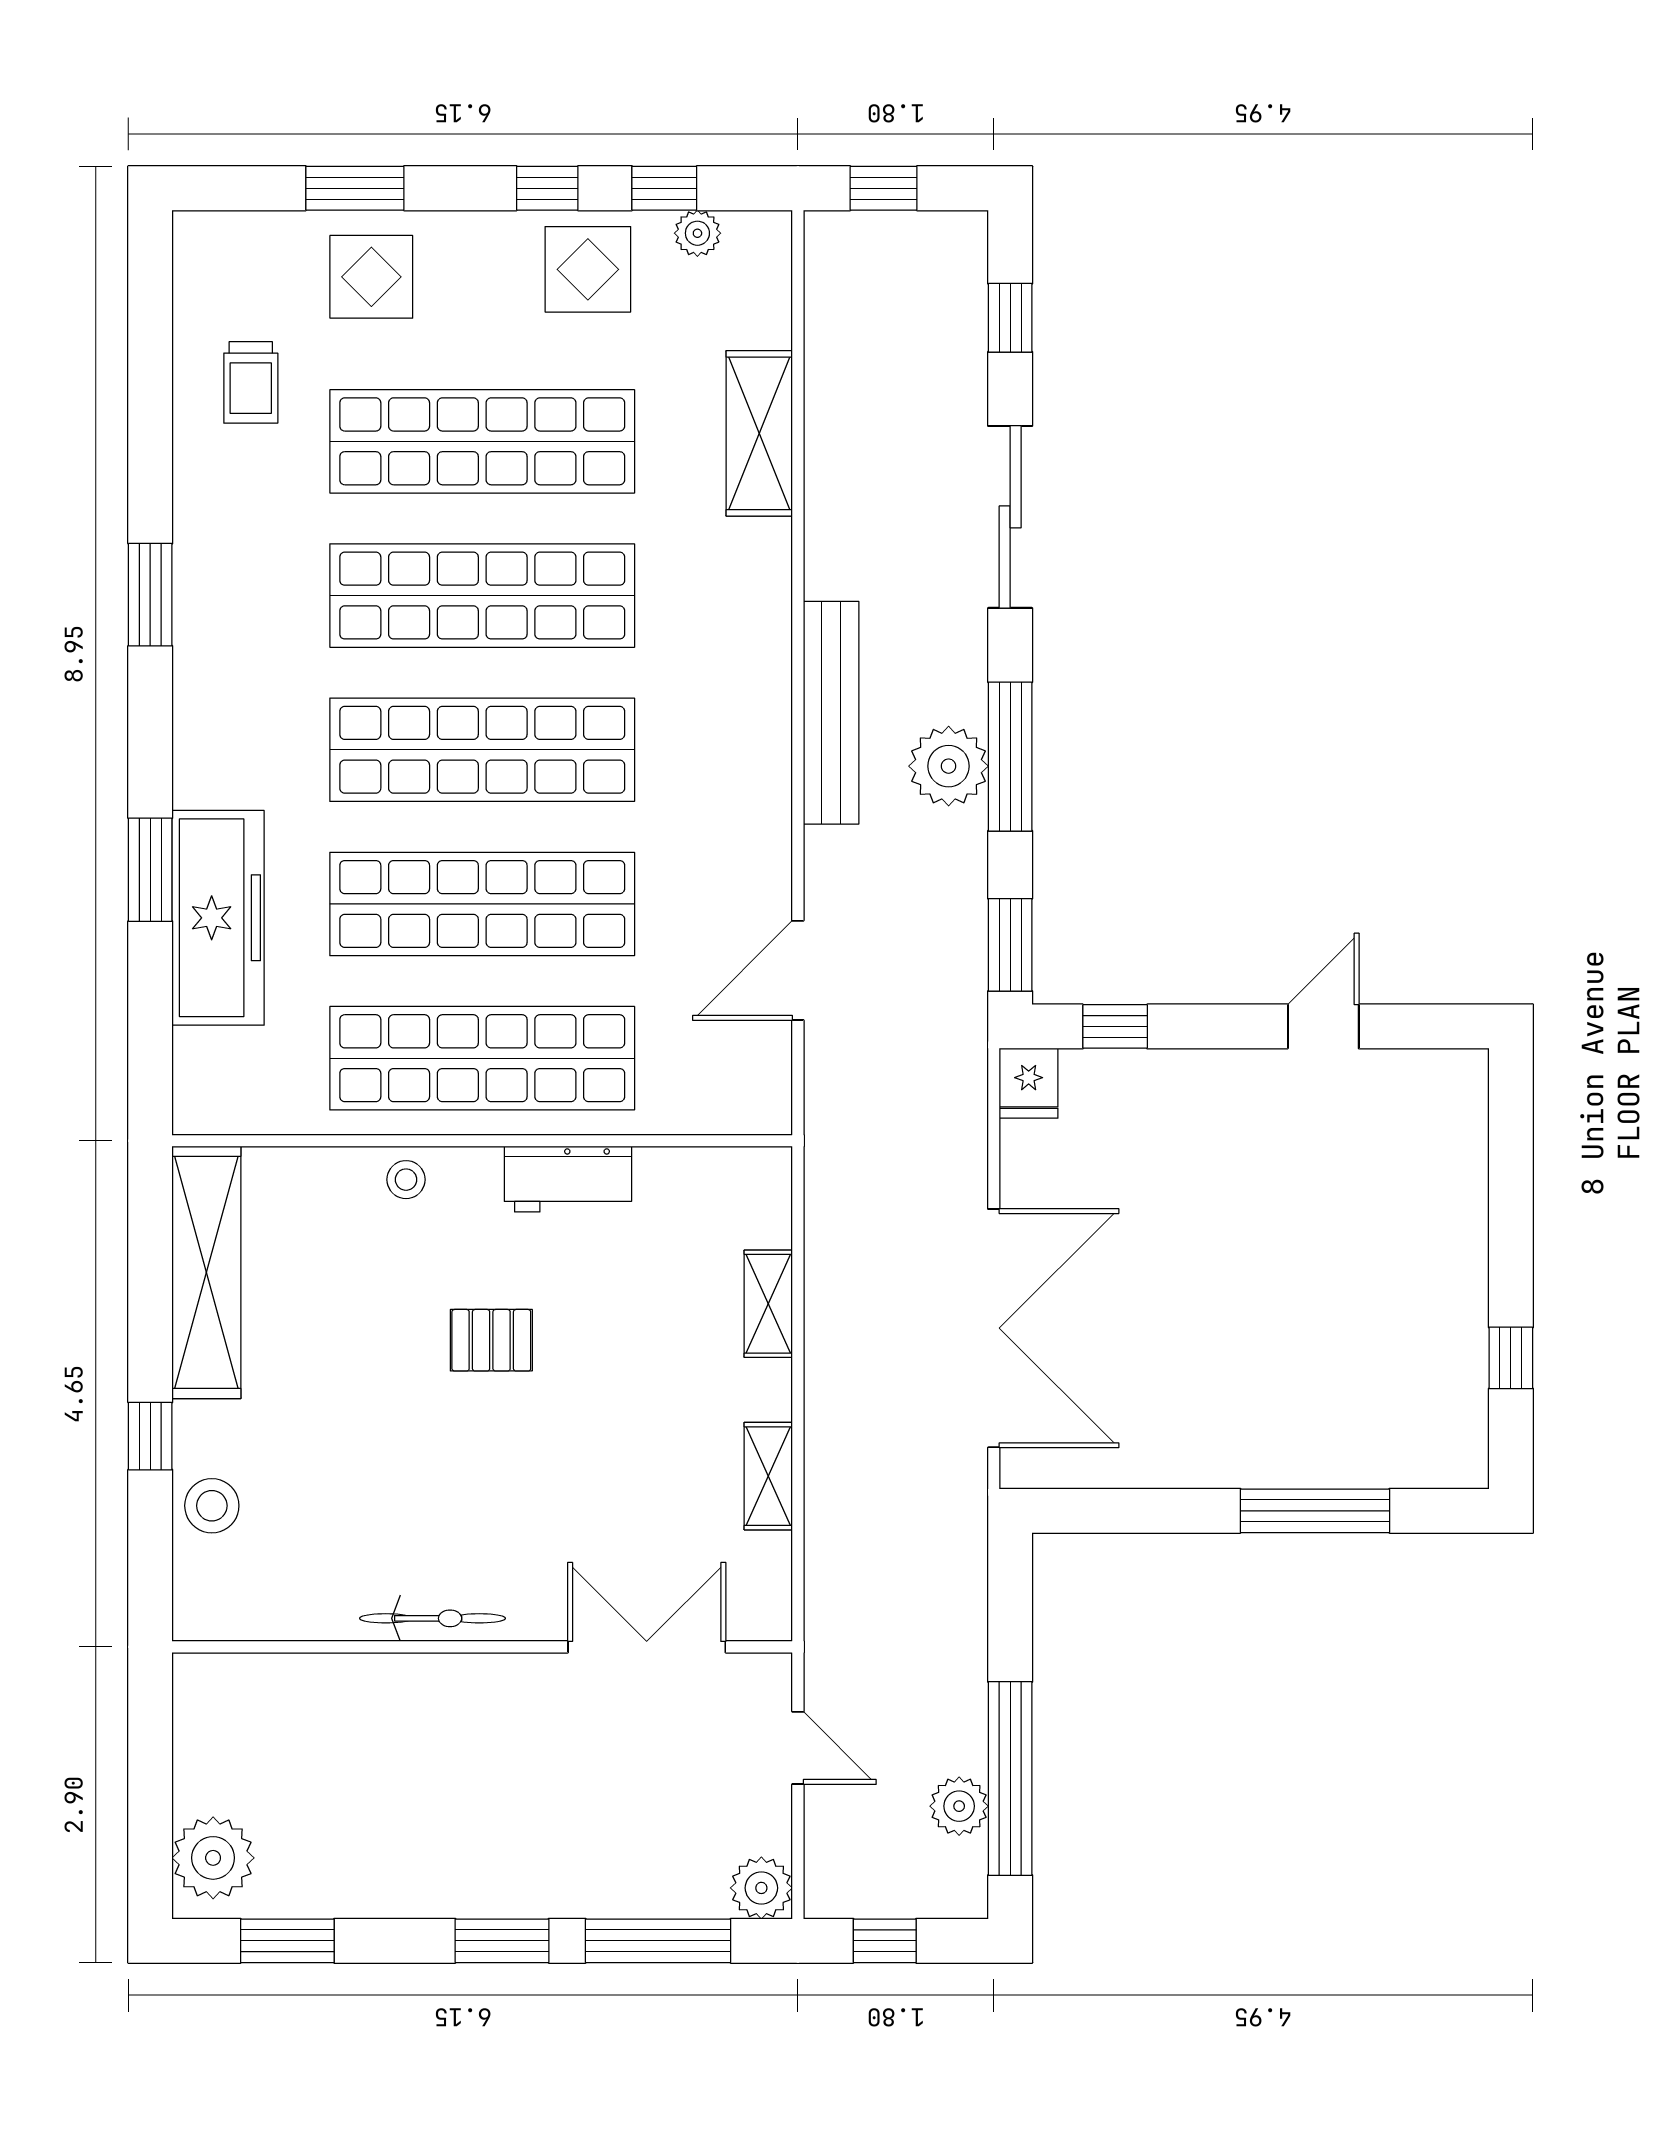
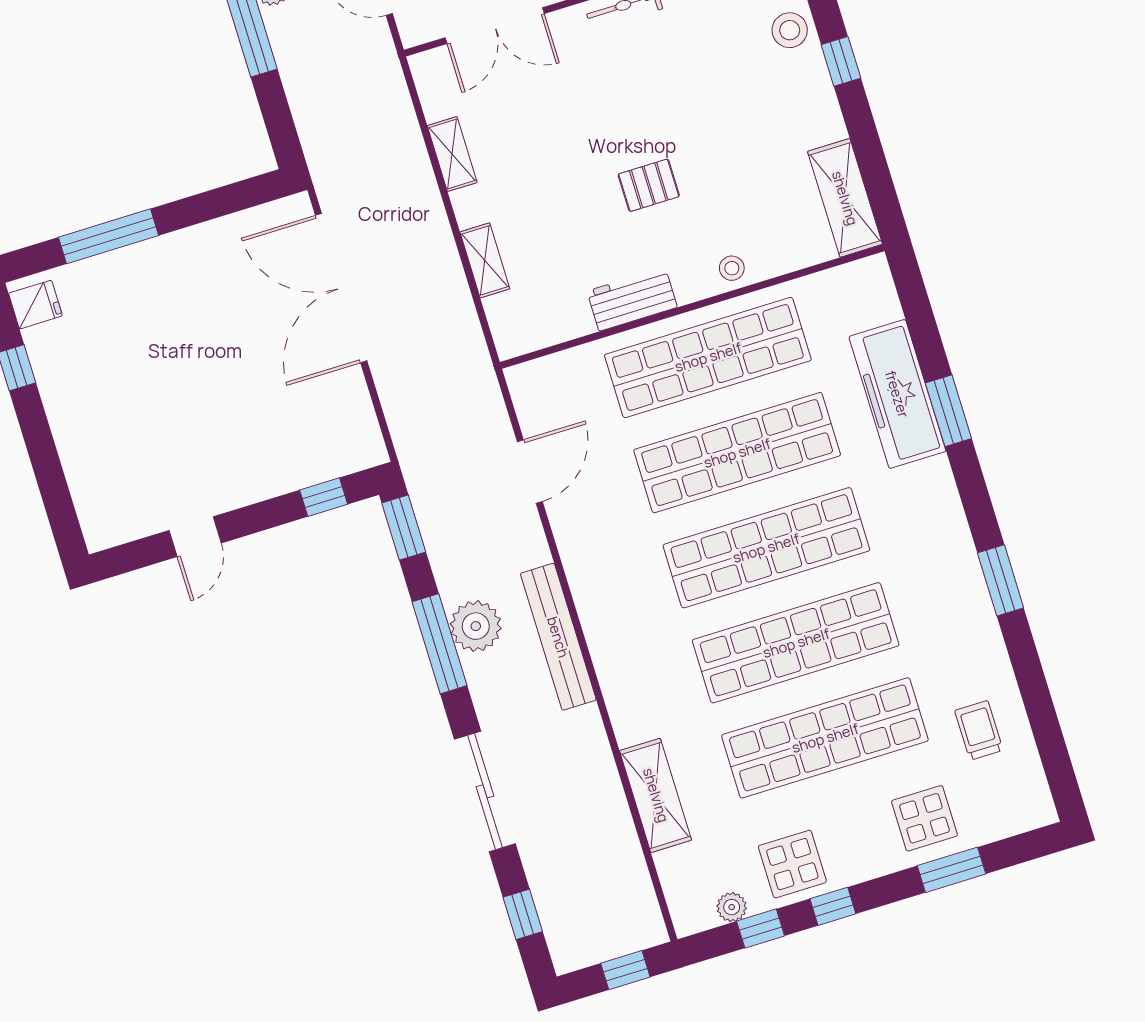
fridge: (1029, 1083) -> (35, 305), moved, turned 90
shelving: (206, 1272) -> (845, 198), width x0.68

